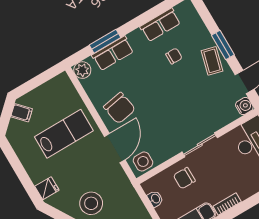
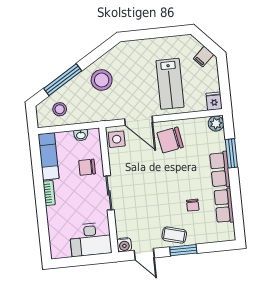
row of seats: (113, 53) -> (220, 170), moved
chair: (184, 178) -> (87, 167), turned -90
fridge: (47, 188) -> (214, 101), moved, turned 180

